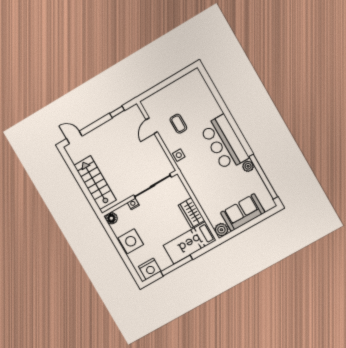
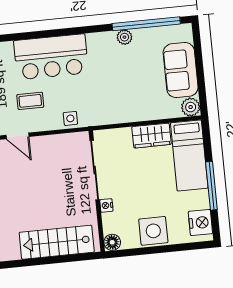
bar counter: (224, 143) -> (51, 57), moved

